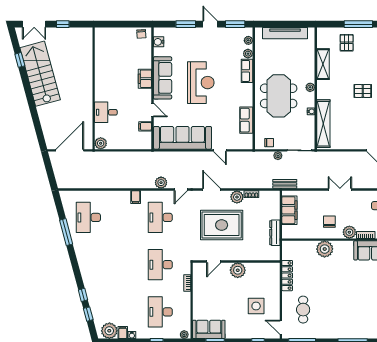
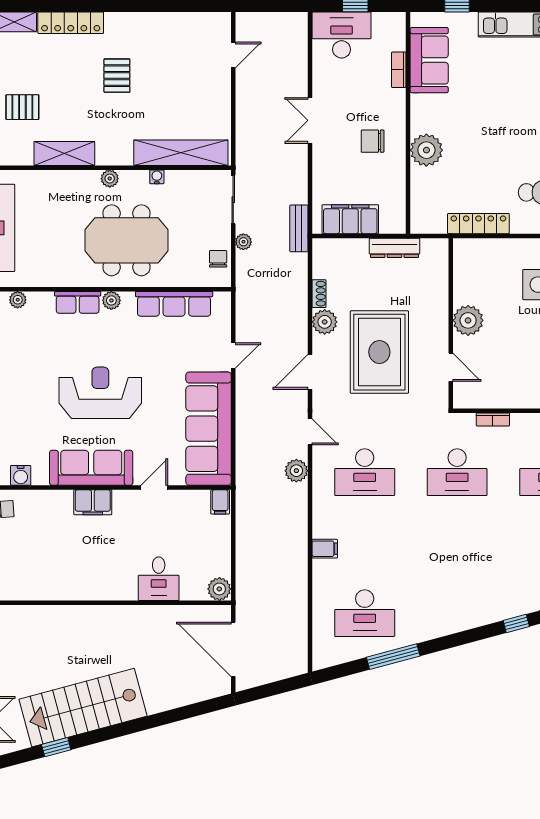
plant: (248, 54) -> (111, 300), moved
row of seats: (246, 120) -> (174, 304), width x1.48
filing cabinet: (145, 126) -> (220, 502), moved
filing cabinet: (136, 197) -> (325, 549), moved
plant: (349, 232) -> (393, 102), removed

